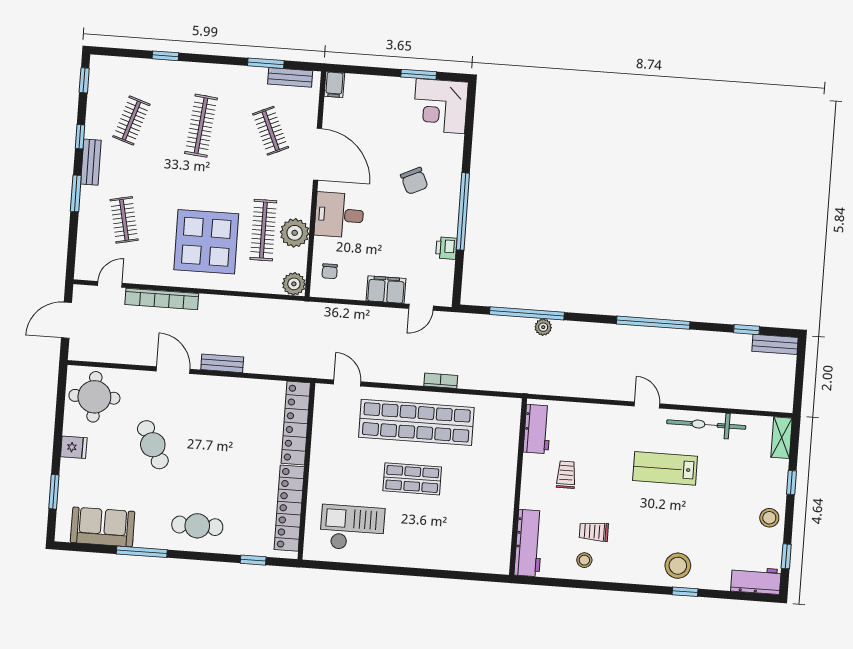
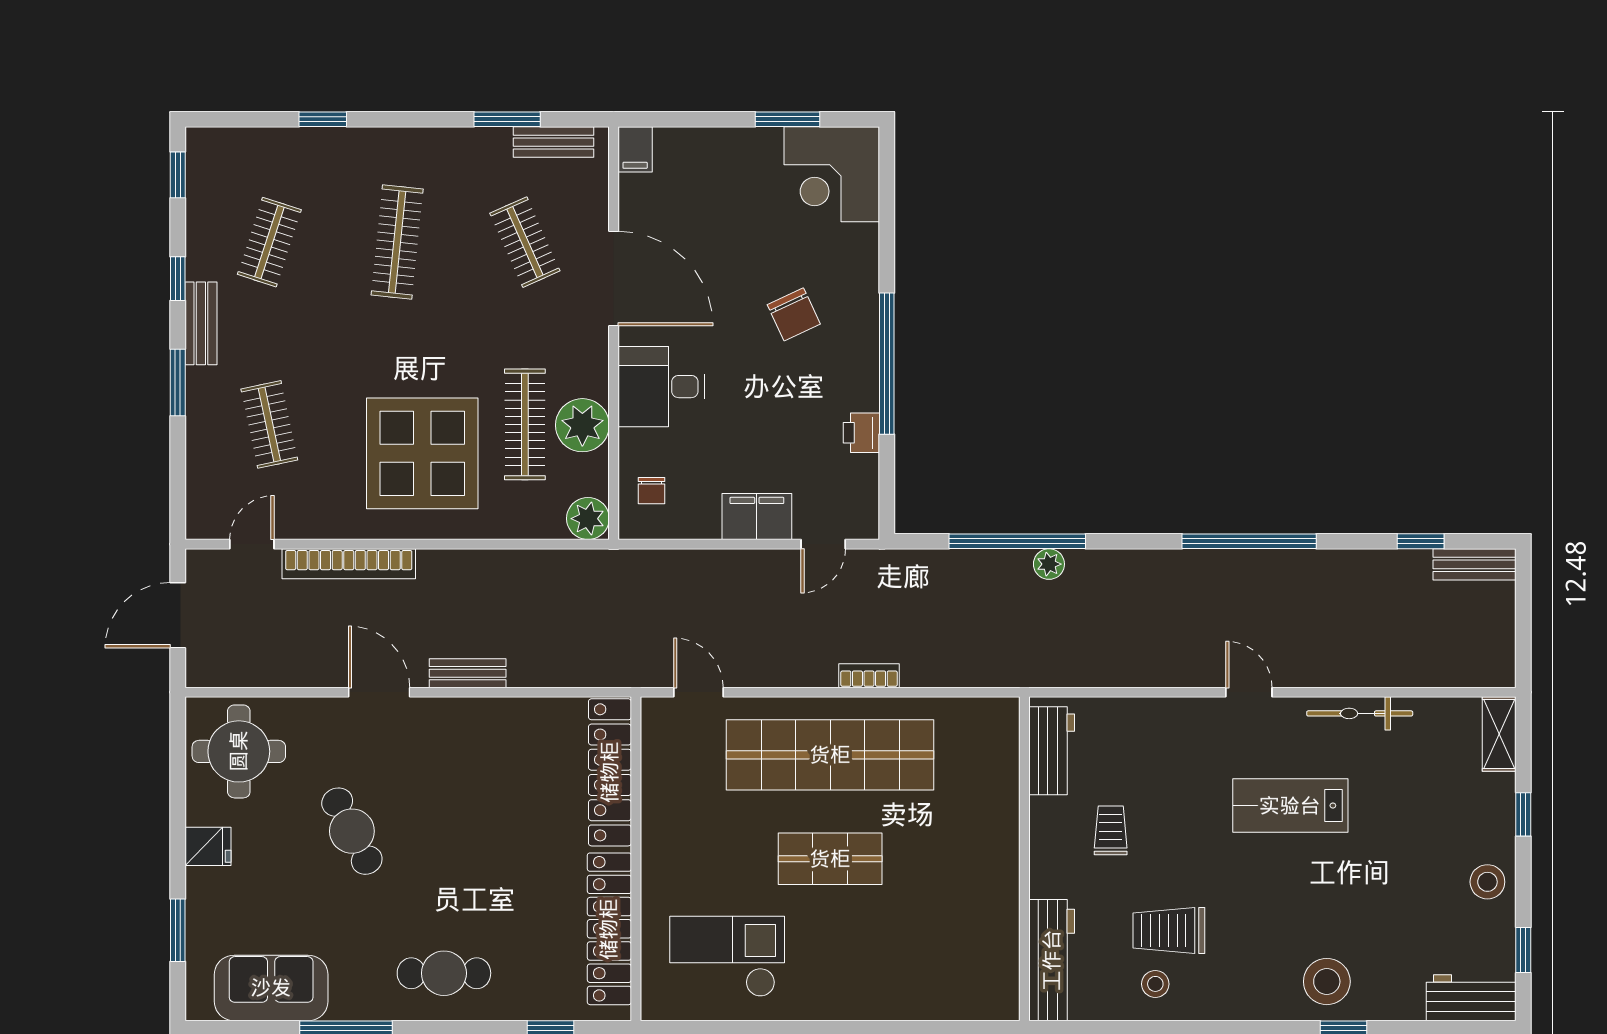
bicycle: (706, 425) -> (1360, 713), width x0.73, depth x0.71
trolley: (594, 532) -> (1169, 931), width x1.36, depth x1.39

